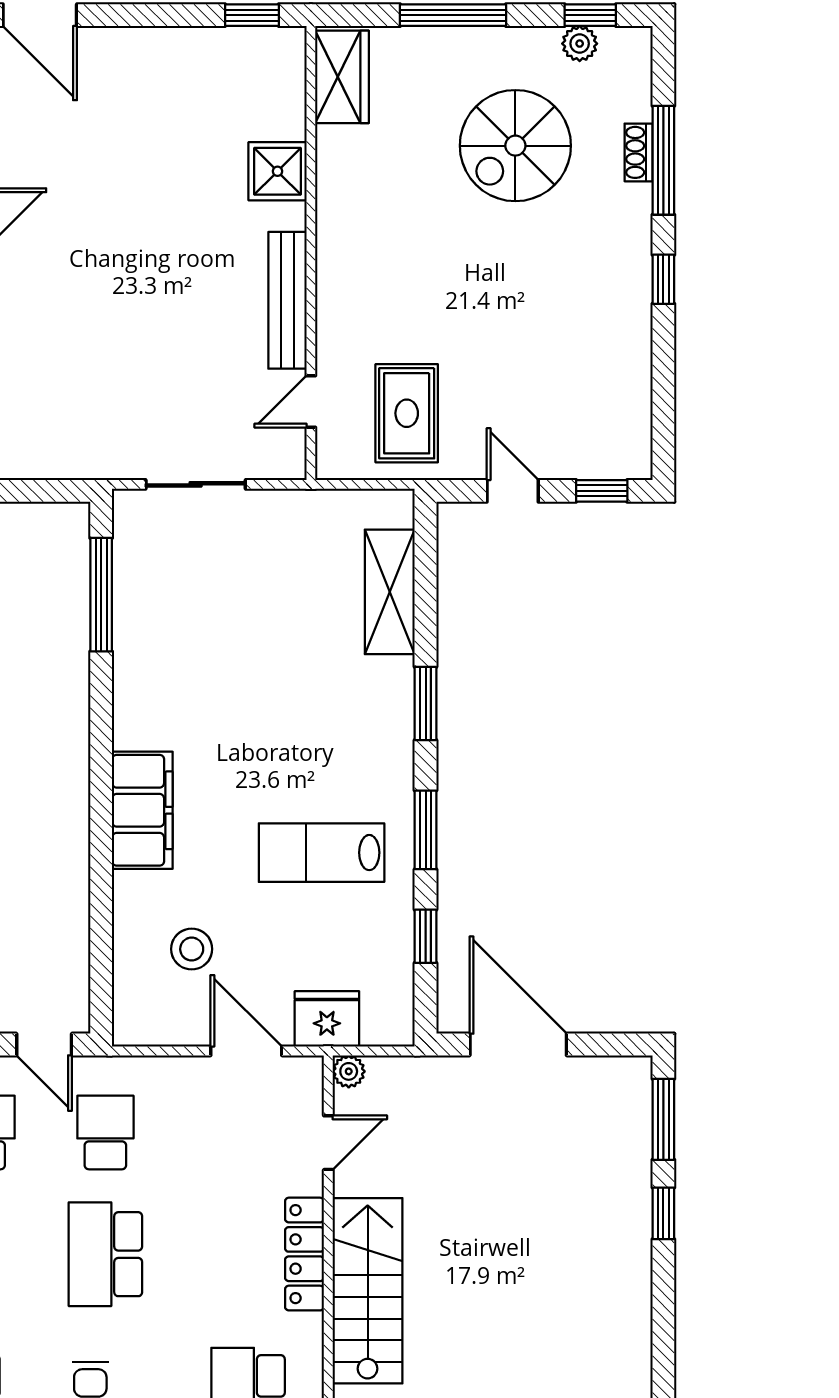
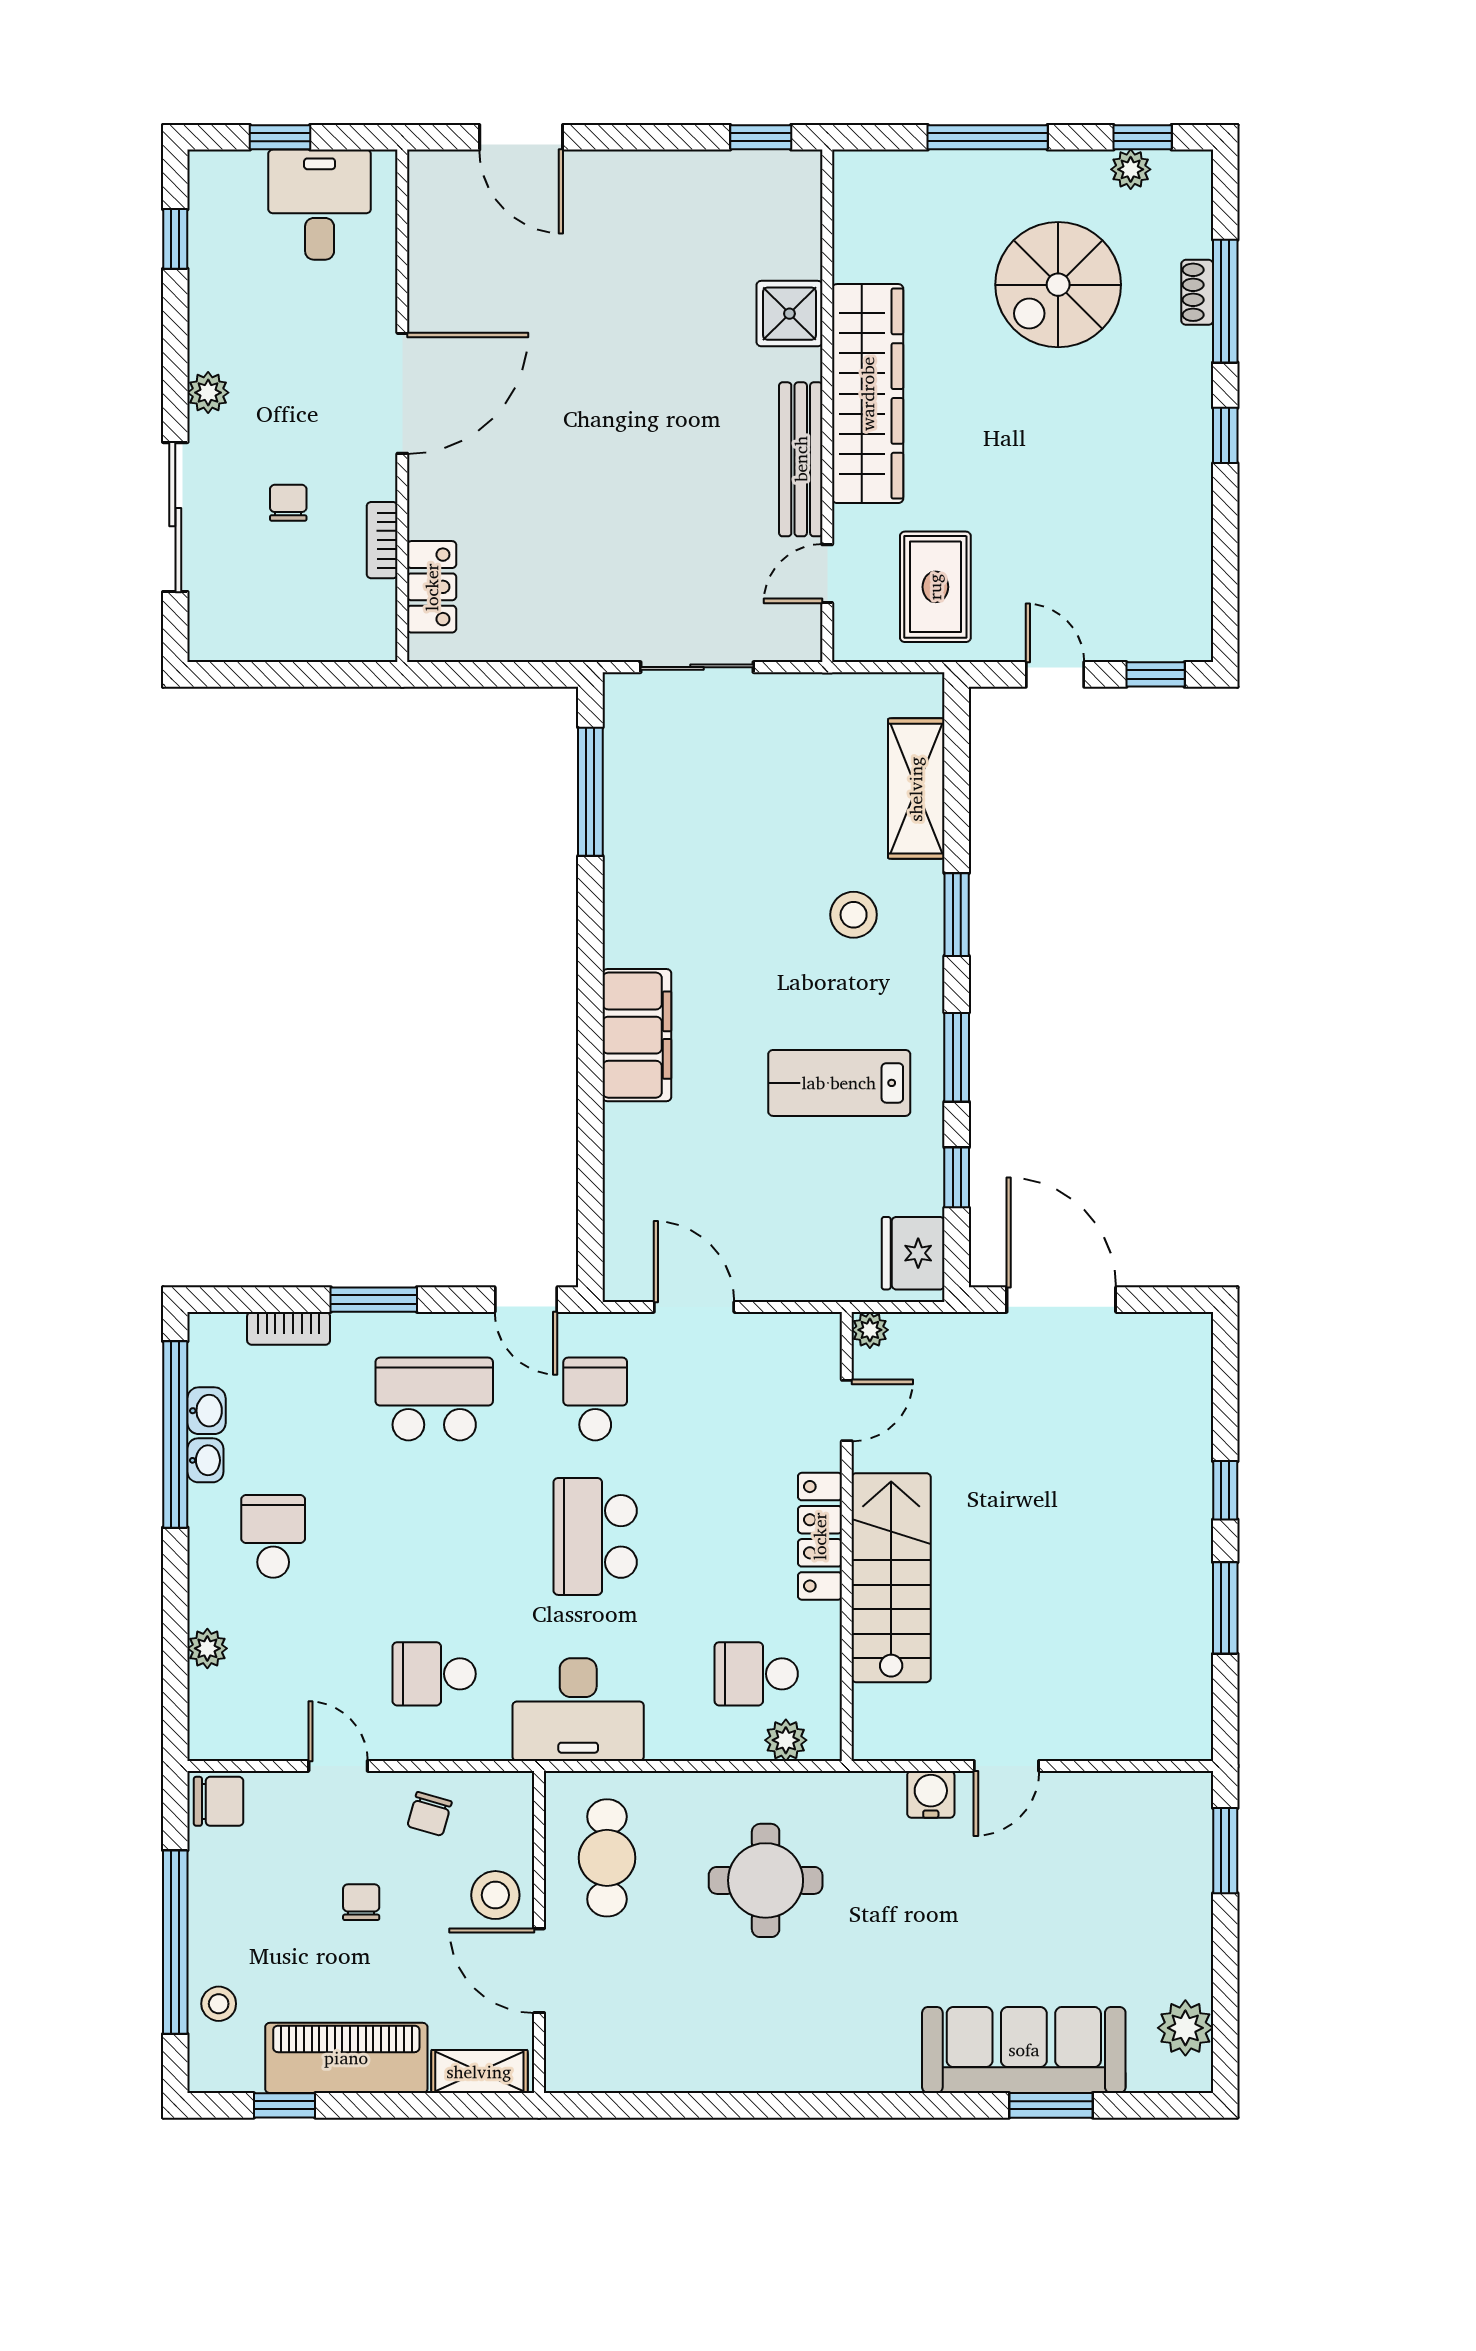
wardrobe: (342, 77) -> (868, 394), moved, width x2.10, depth x1.17
stool: (192, 949) -> (854, 915), moved
fridge: (327, 1019) -> (913, 1253), moved, turned -90
door: (246, 1051) -> (694, 1307), moved
window: (663, 1119) -> (1225, 1608), moved

